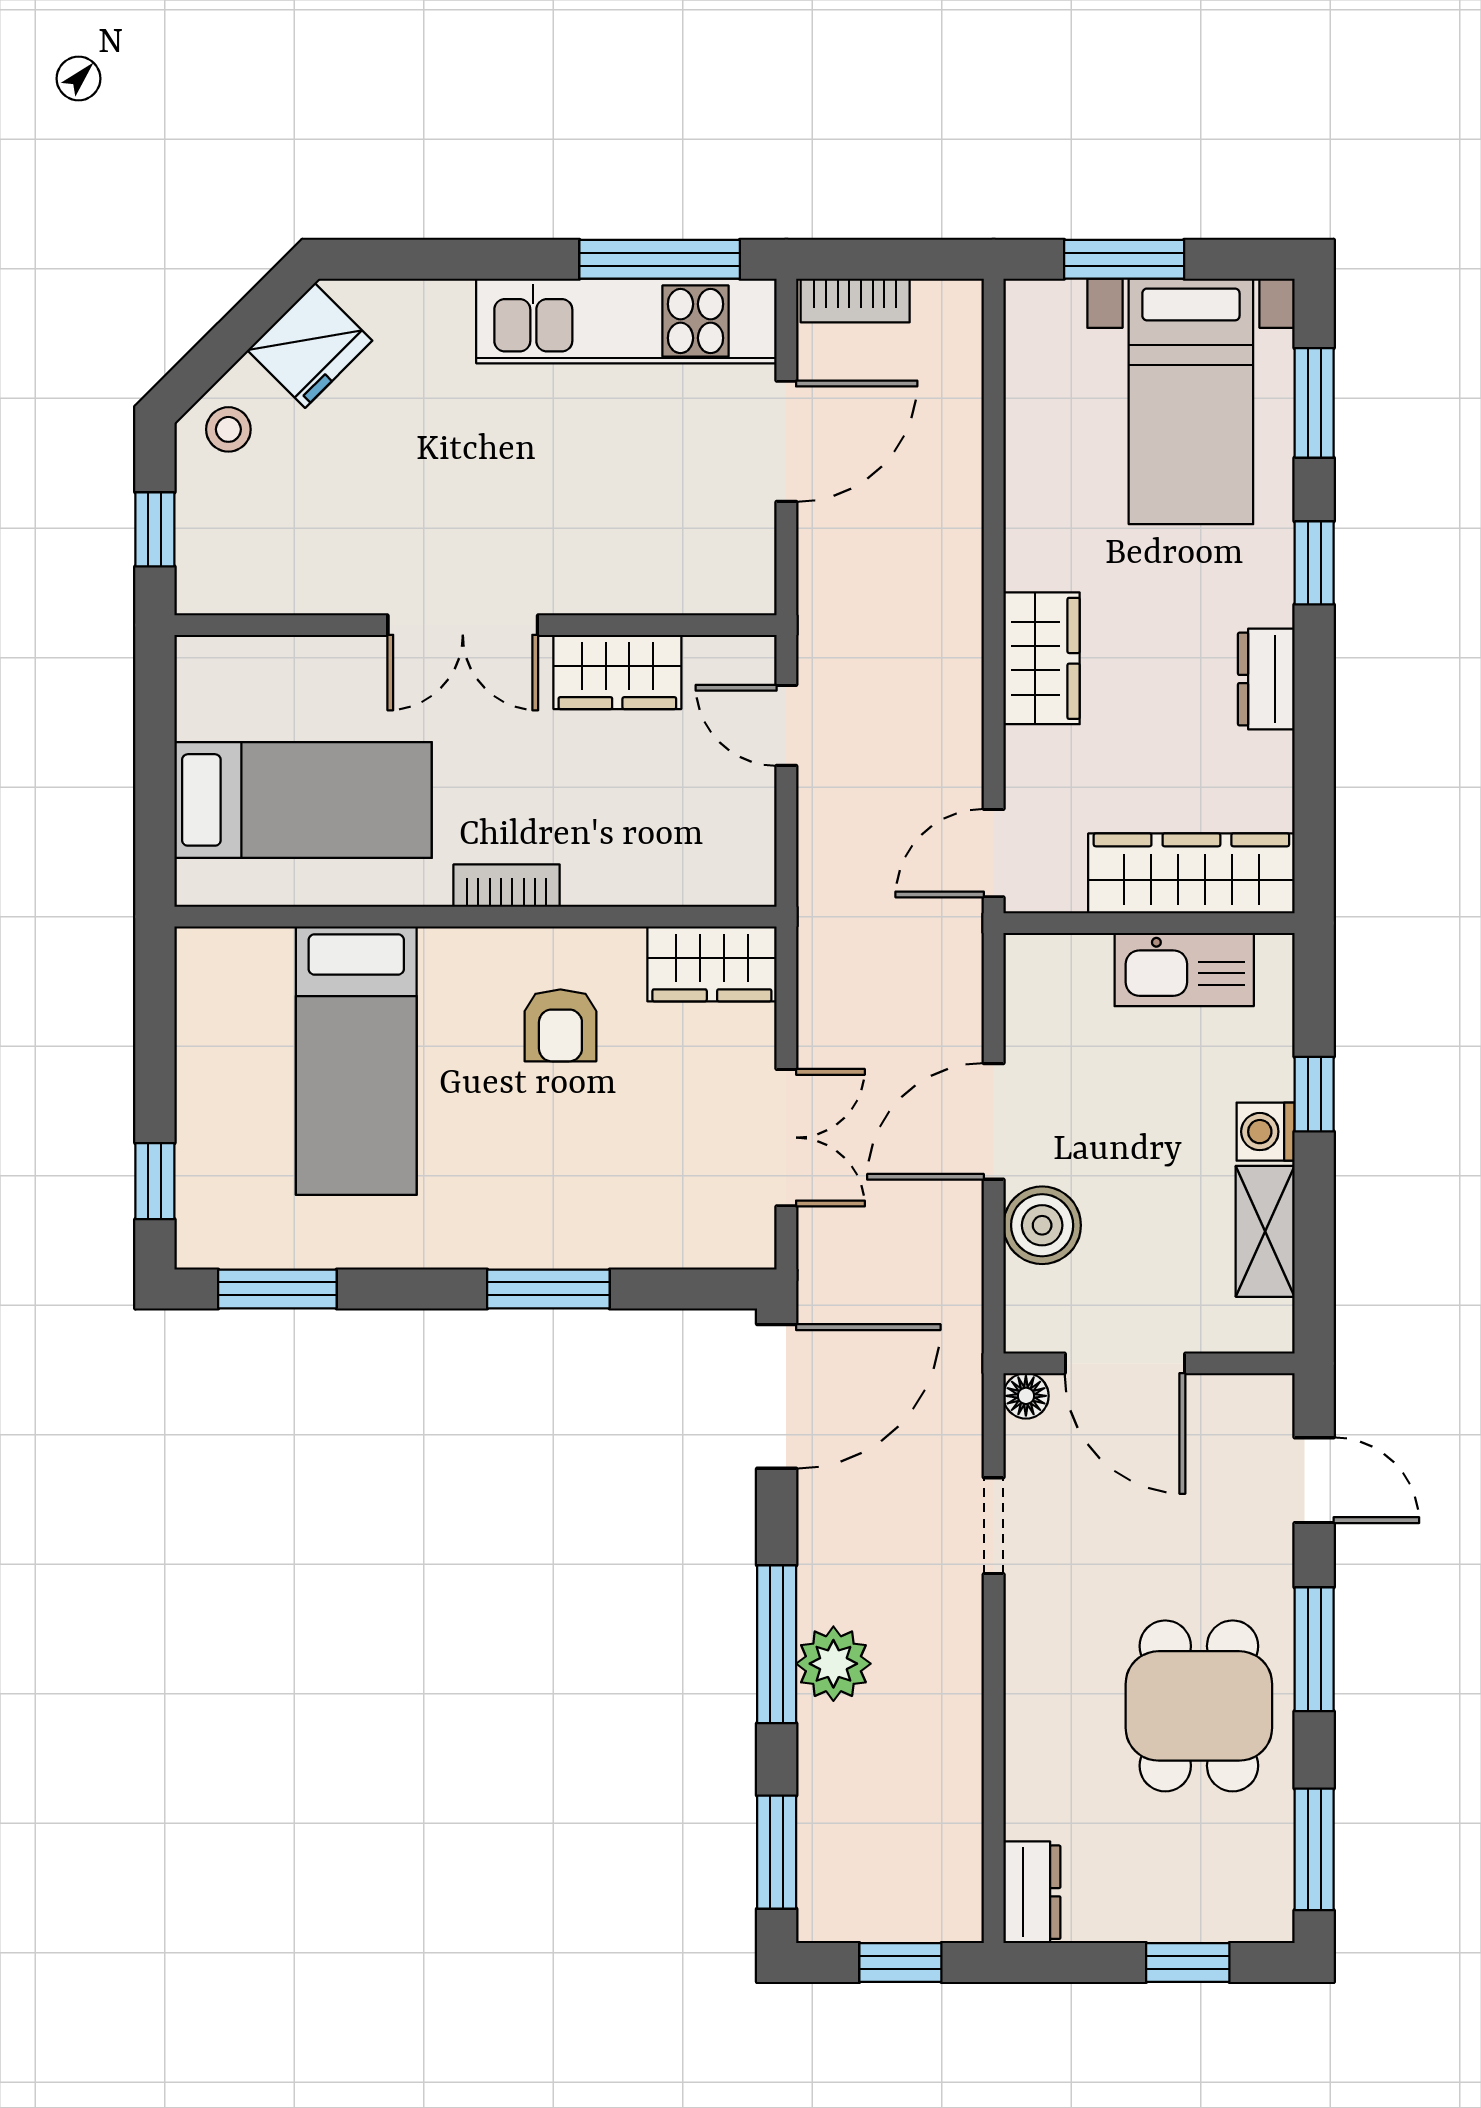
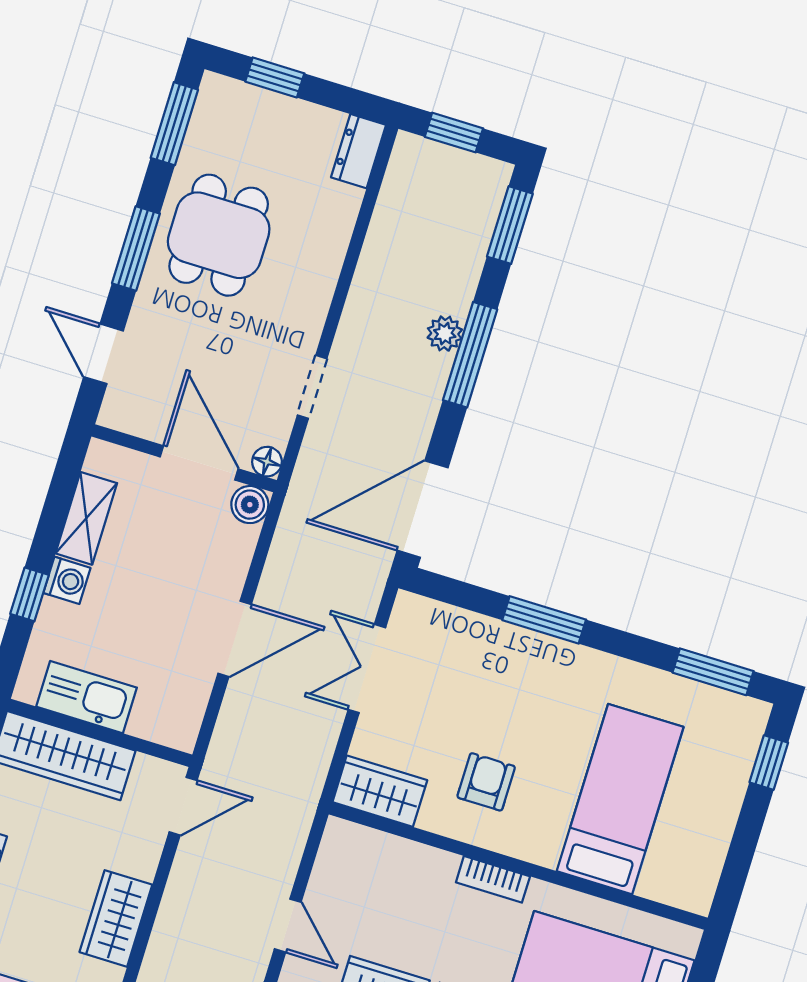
boiler: (1042, 1225) -> (250, 505), moved, width x0.73, depth x0.73
plant: (833, 1664) -> (445, 334), width x0.73, depth x0.73

